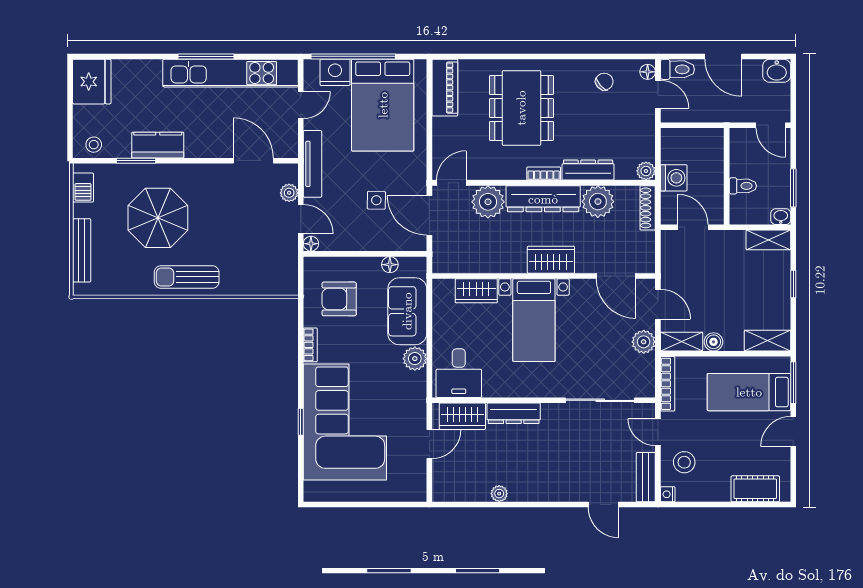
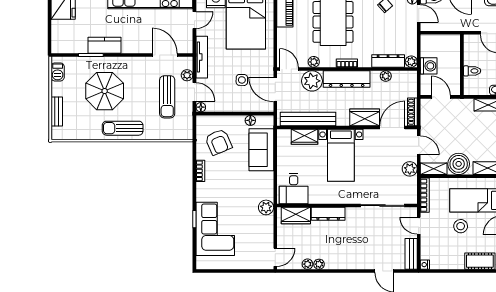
stool: (94, 145) -> (64, 45), removed
dresser: (588, 170) -> (388, 61), moved
plant: (491, 171) -> (314, 62), added
door: (451, 183) -> (289, 69), hinge flipped
plant: (598, 202) -> (386, 76), width x0.53, depth x0.53
shoe rack: (648, 208) -> (412, 112), moved
sun lounger: (258, 227) -> (167, 97), added
bench: (82, 250) -> (57, 111), width x0.73
wardrobe: (551, 260) -> (365, 117), moved
bench: (482, 262) -> (308, 119), added
door: (616, 276) -> (392, 128), swing flipped
armchair: (339, 299) -> (218, 142), turned -113
boiler: (714, 342) -> (459, 164), width x1.86, depth x1.86
plant: (415, 359) -> (266, 207), moved
corner sofa: (345, 422) -> (215, 229), width x0.73, depth x0.74
door: (429, 444) -> (275, 257), moved
stool: (684, 462) -> (461, 226), moved
plant: (481, 494) -> (307, 264), added

